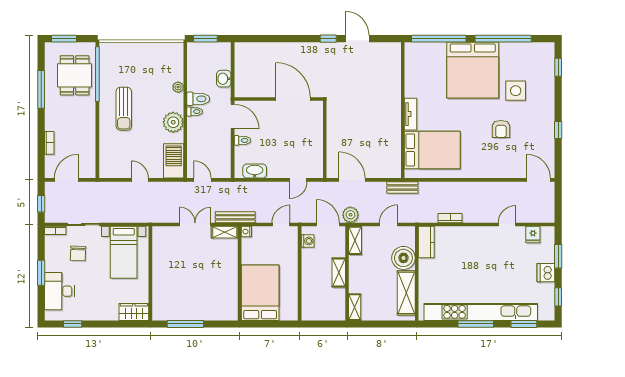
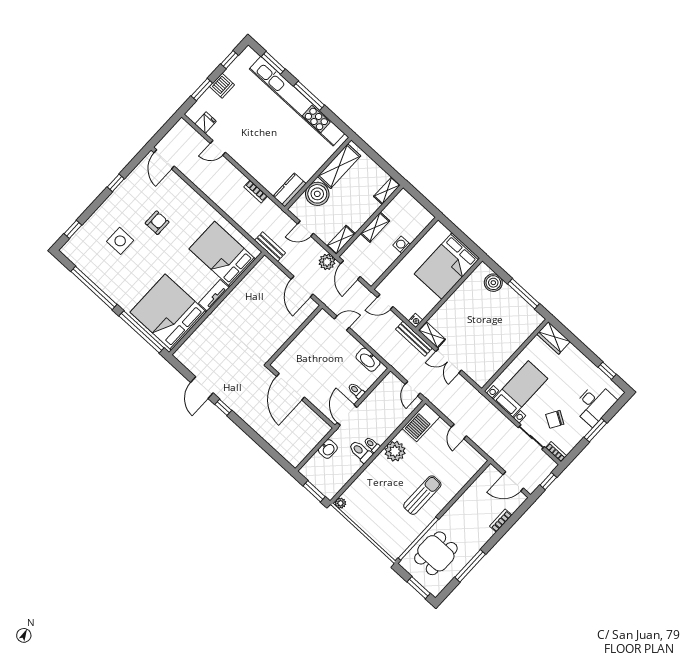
bed: (473, 70) -> (168, 312), moved, turned -90
plant: (178, 87) -> (340, 503), moved
washing machine: (308, 241) -> (402, 245), moved
chair: (78, 253) -> (555, 419), turned -151
boiler: (215, 312) -> (493, 283), added

